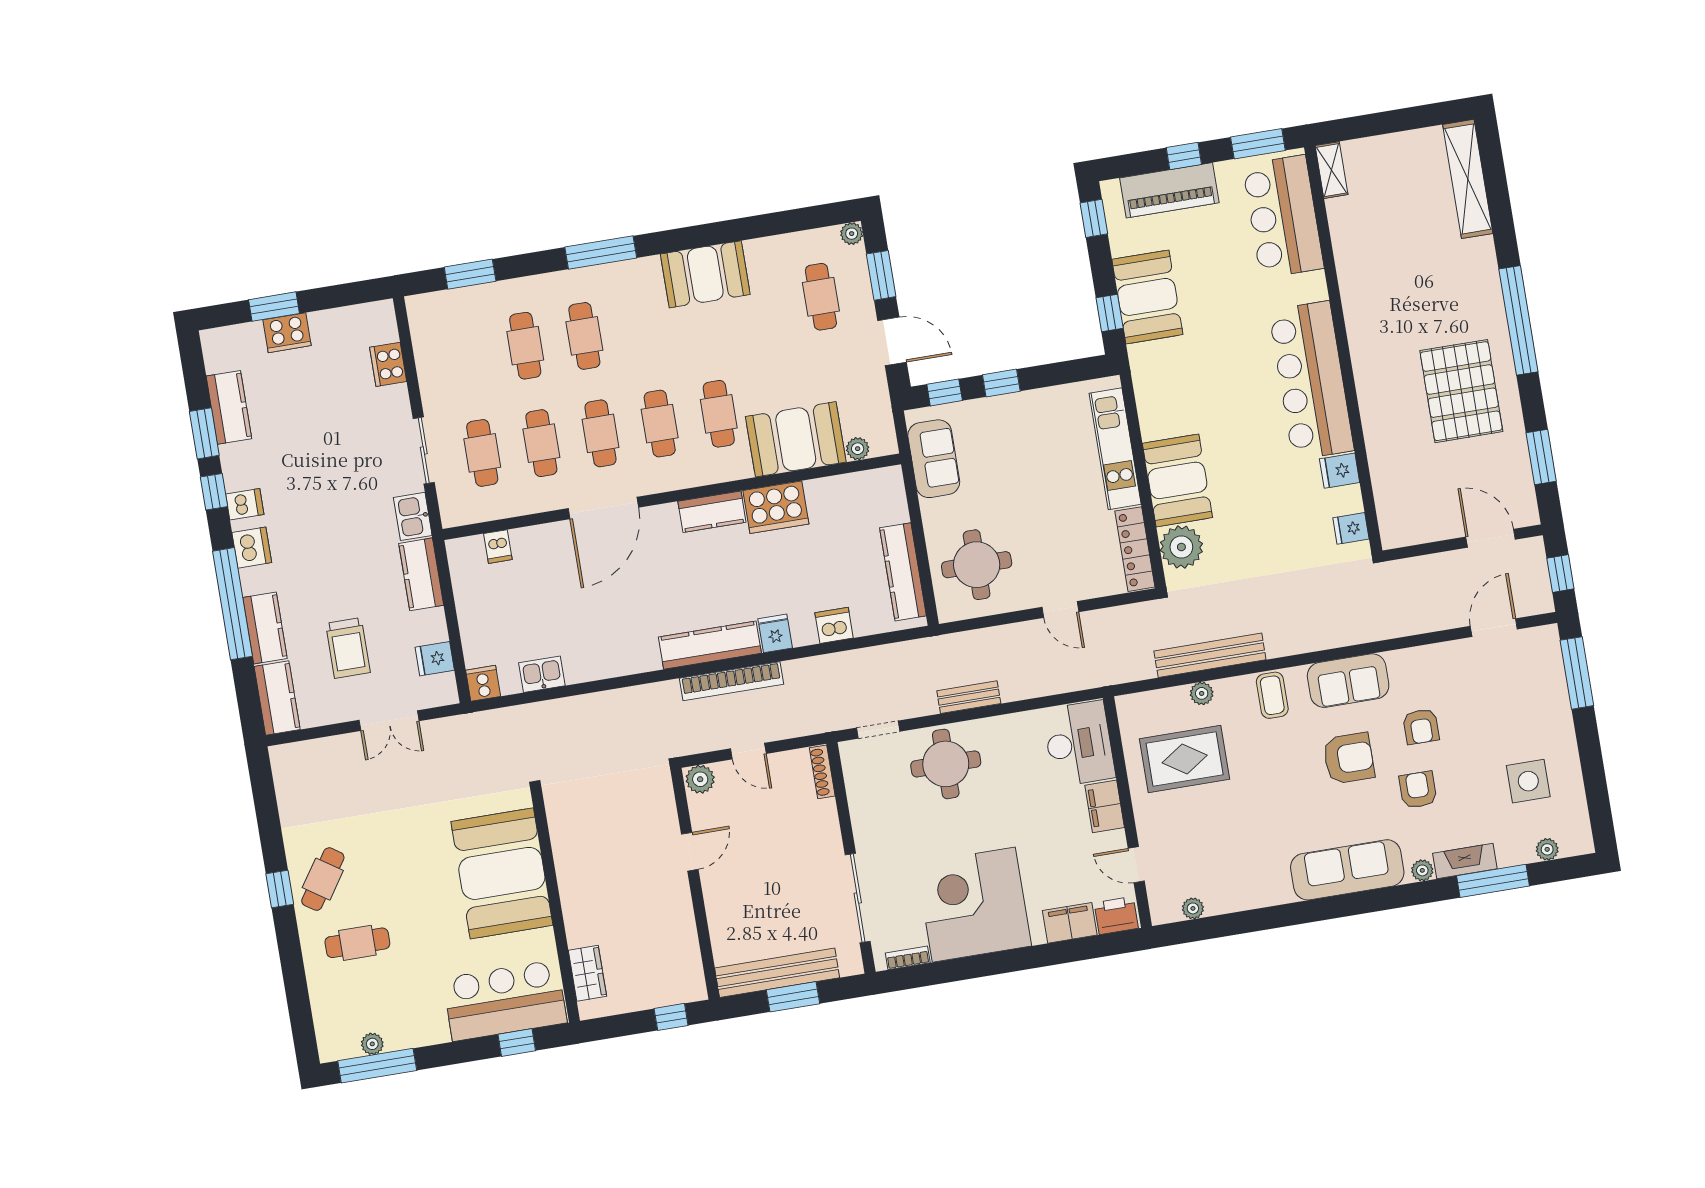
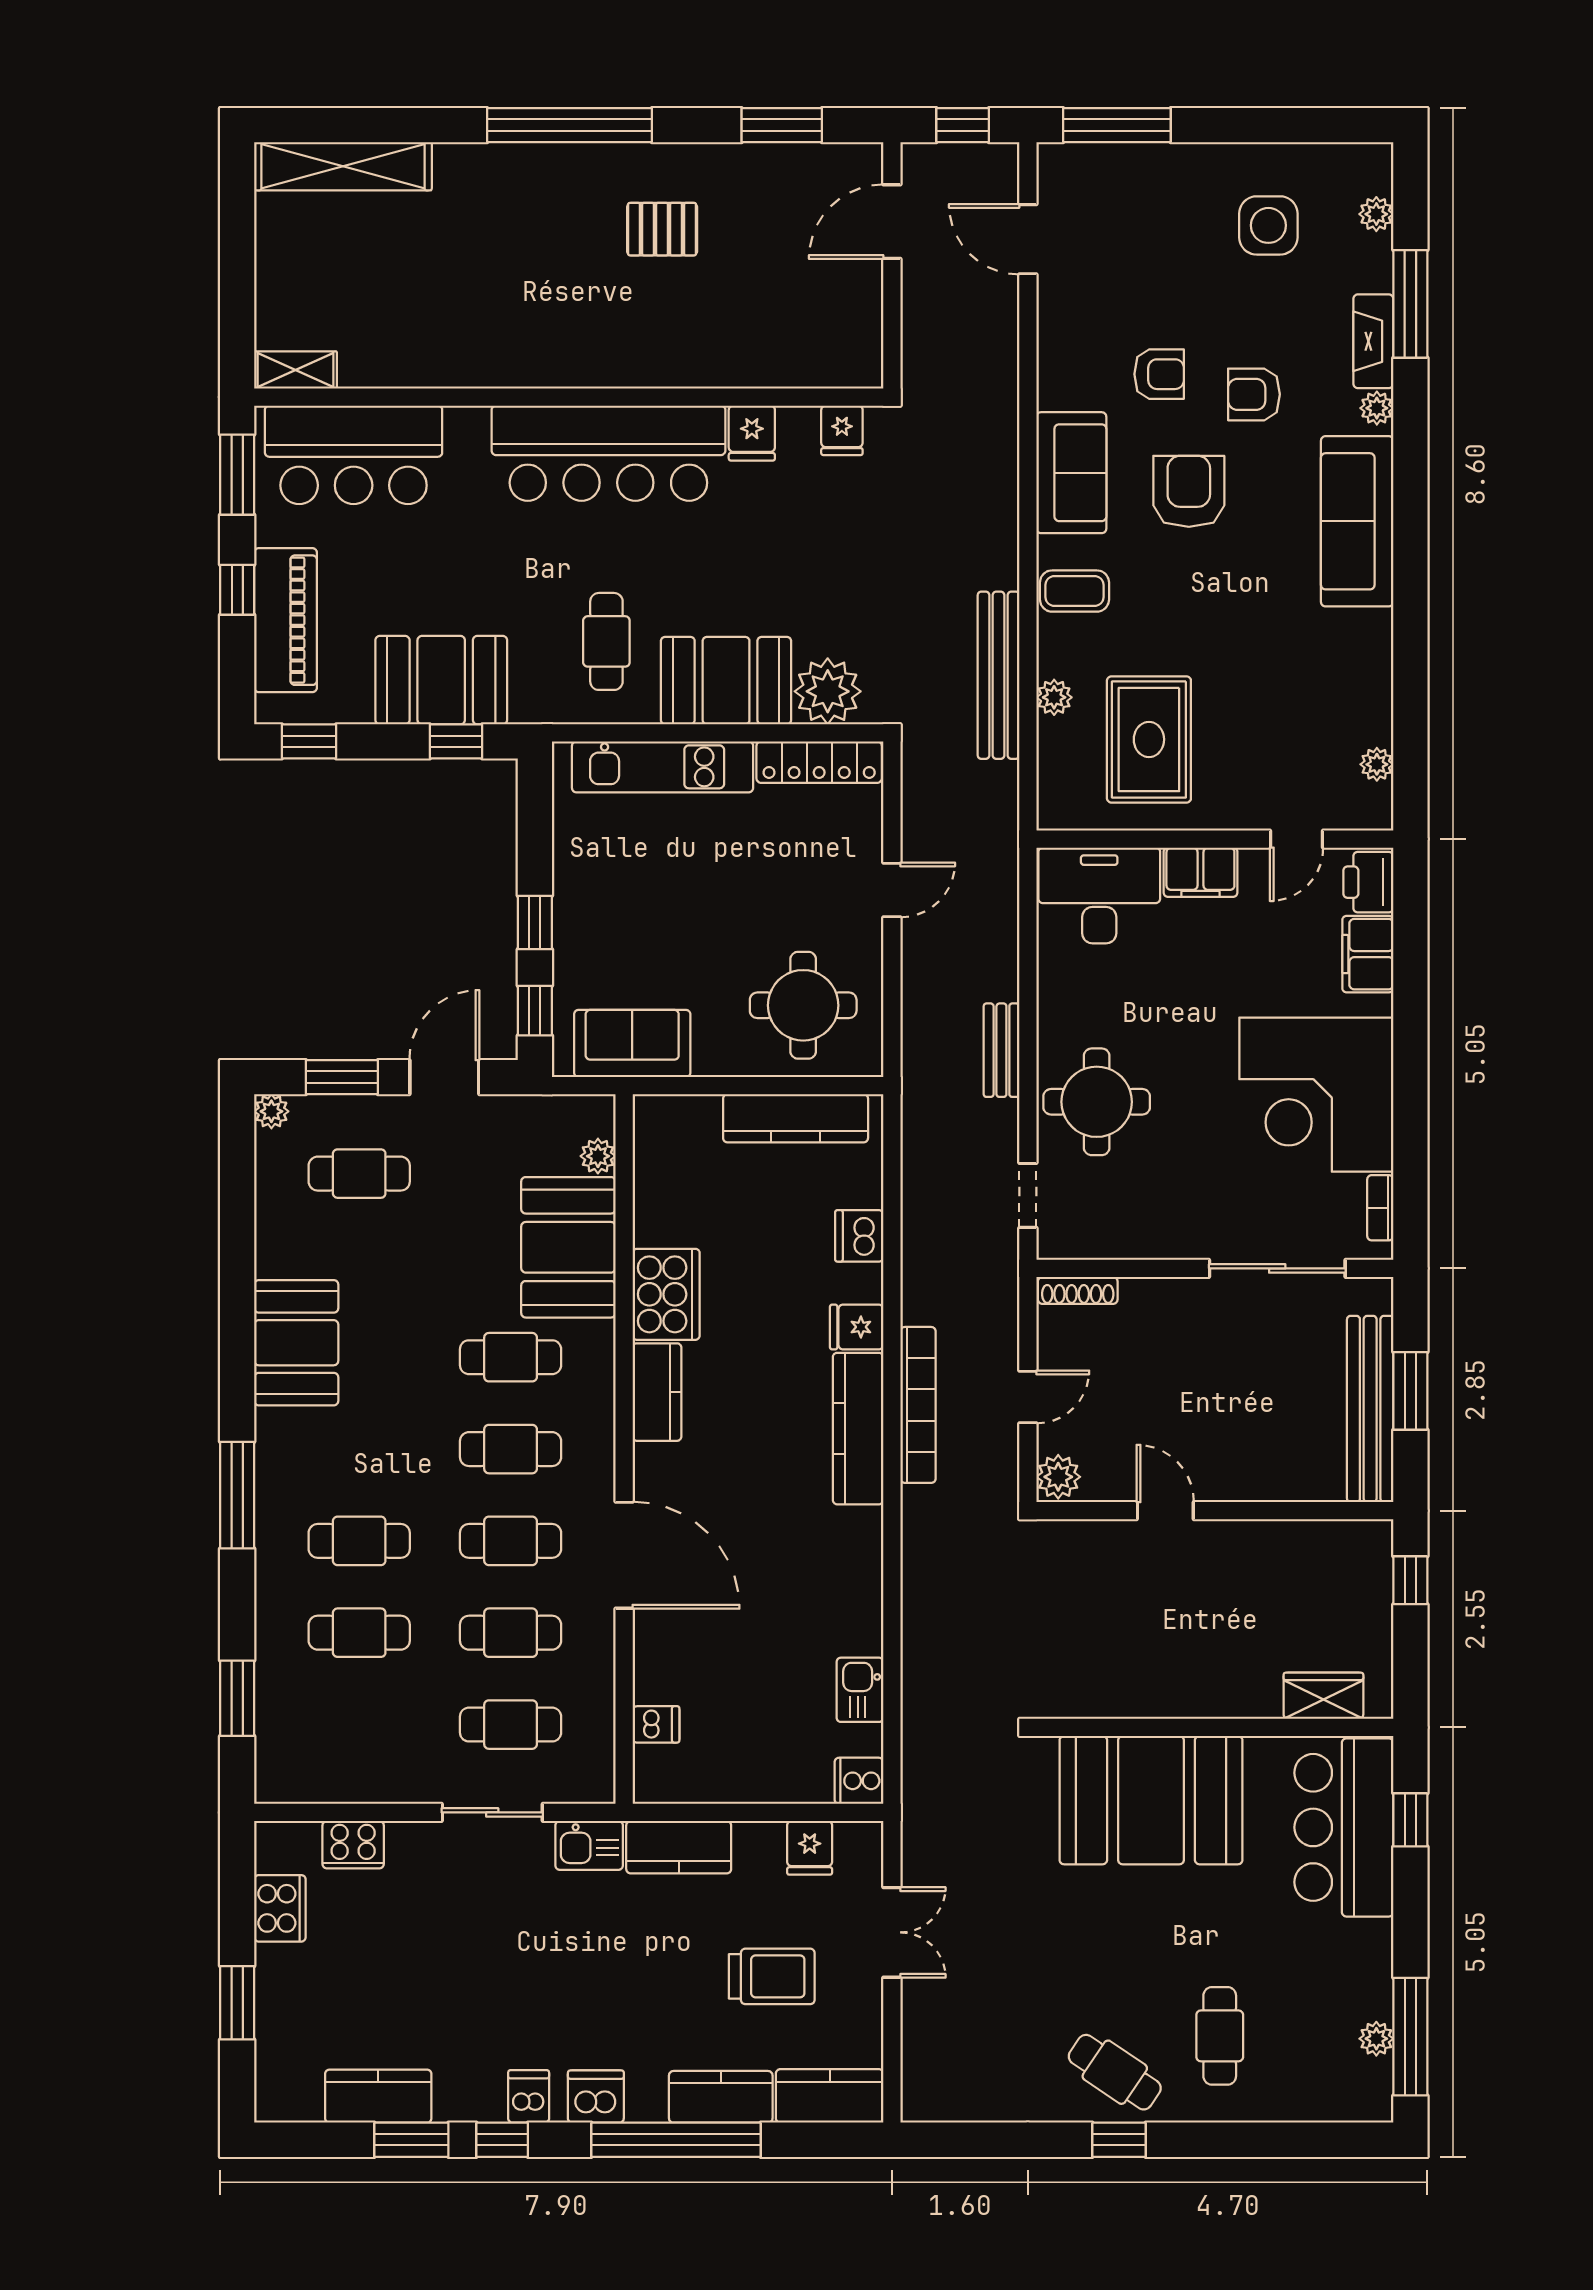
cooker: (287, 333) -> (280, 1908), moved
pallet: (1461, 391) -> (662, 229), width x0.49, depth x0.50
cafe table: (1190, 399) -> (606, 641), added

